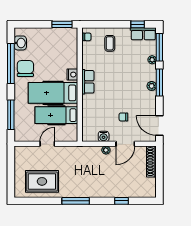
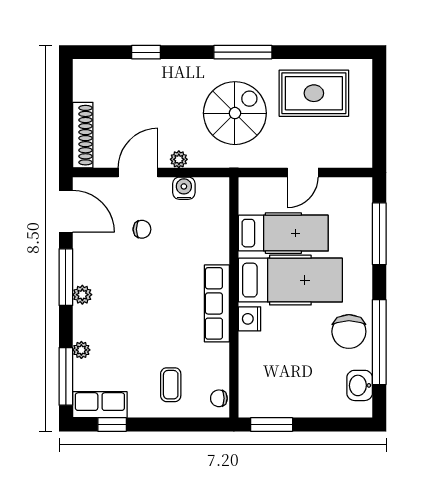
row of seats: (88, 82) -> (217, 303), width x1.48
window: (159, 82) -> (66, 277), moved
spiral stairs: (79, 172) -> (235, 113), added

